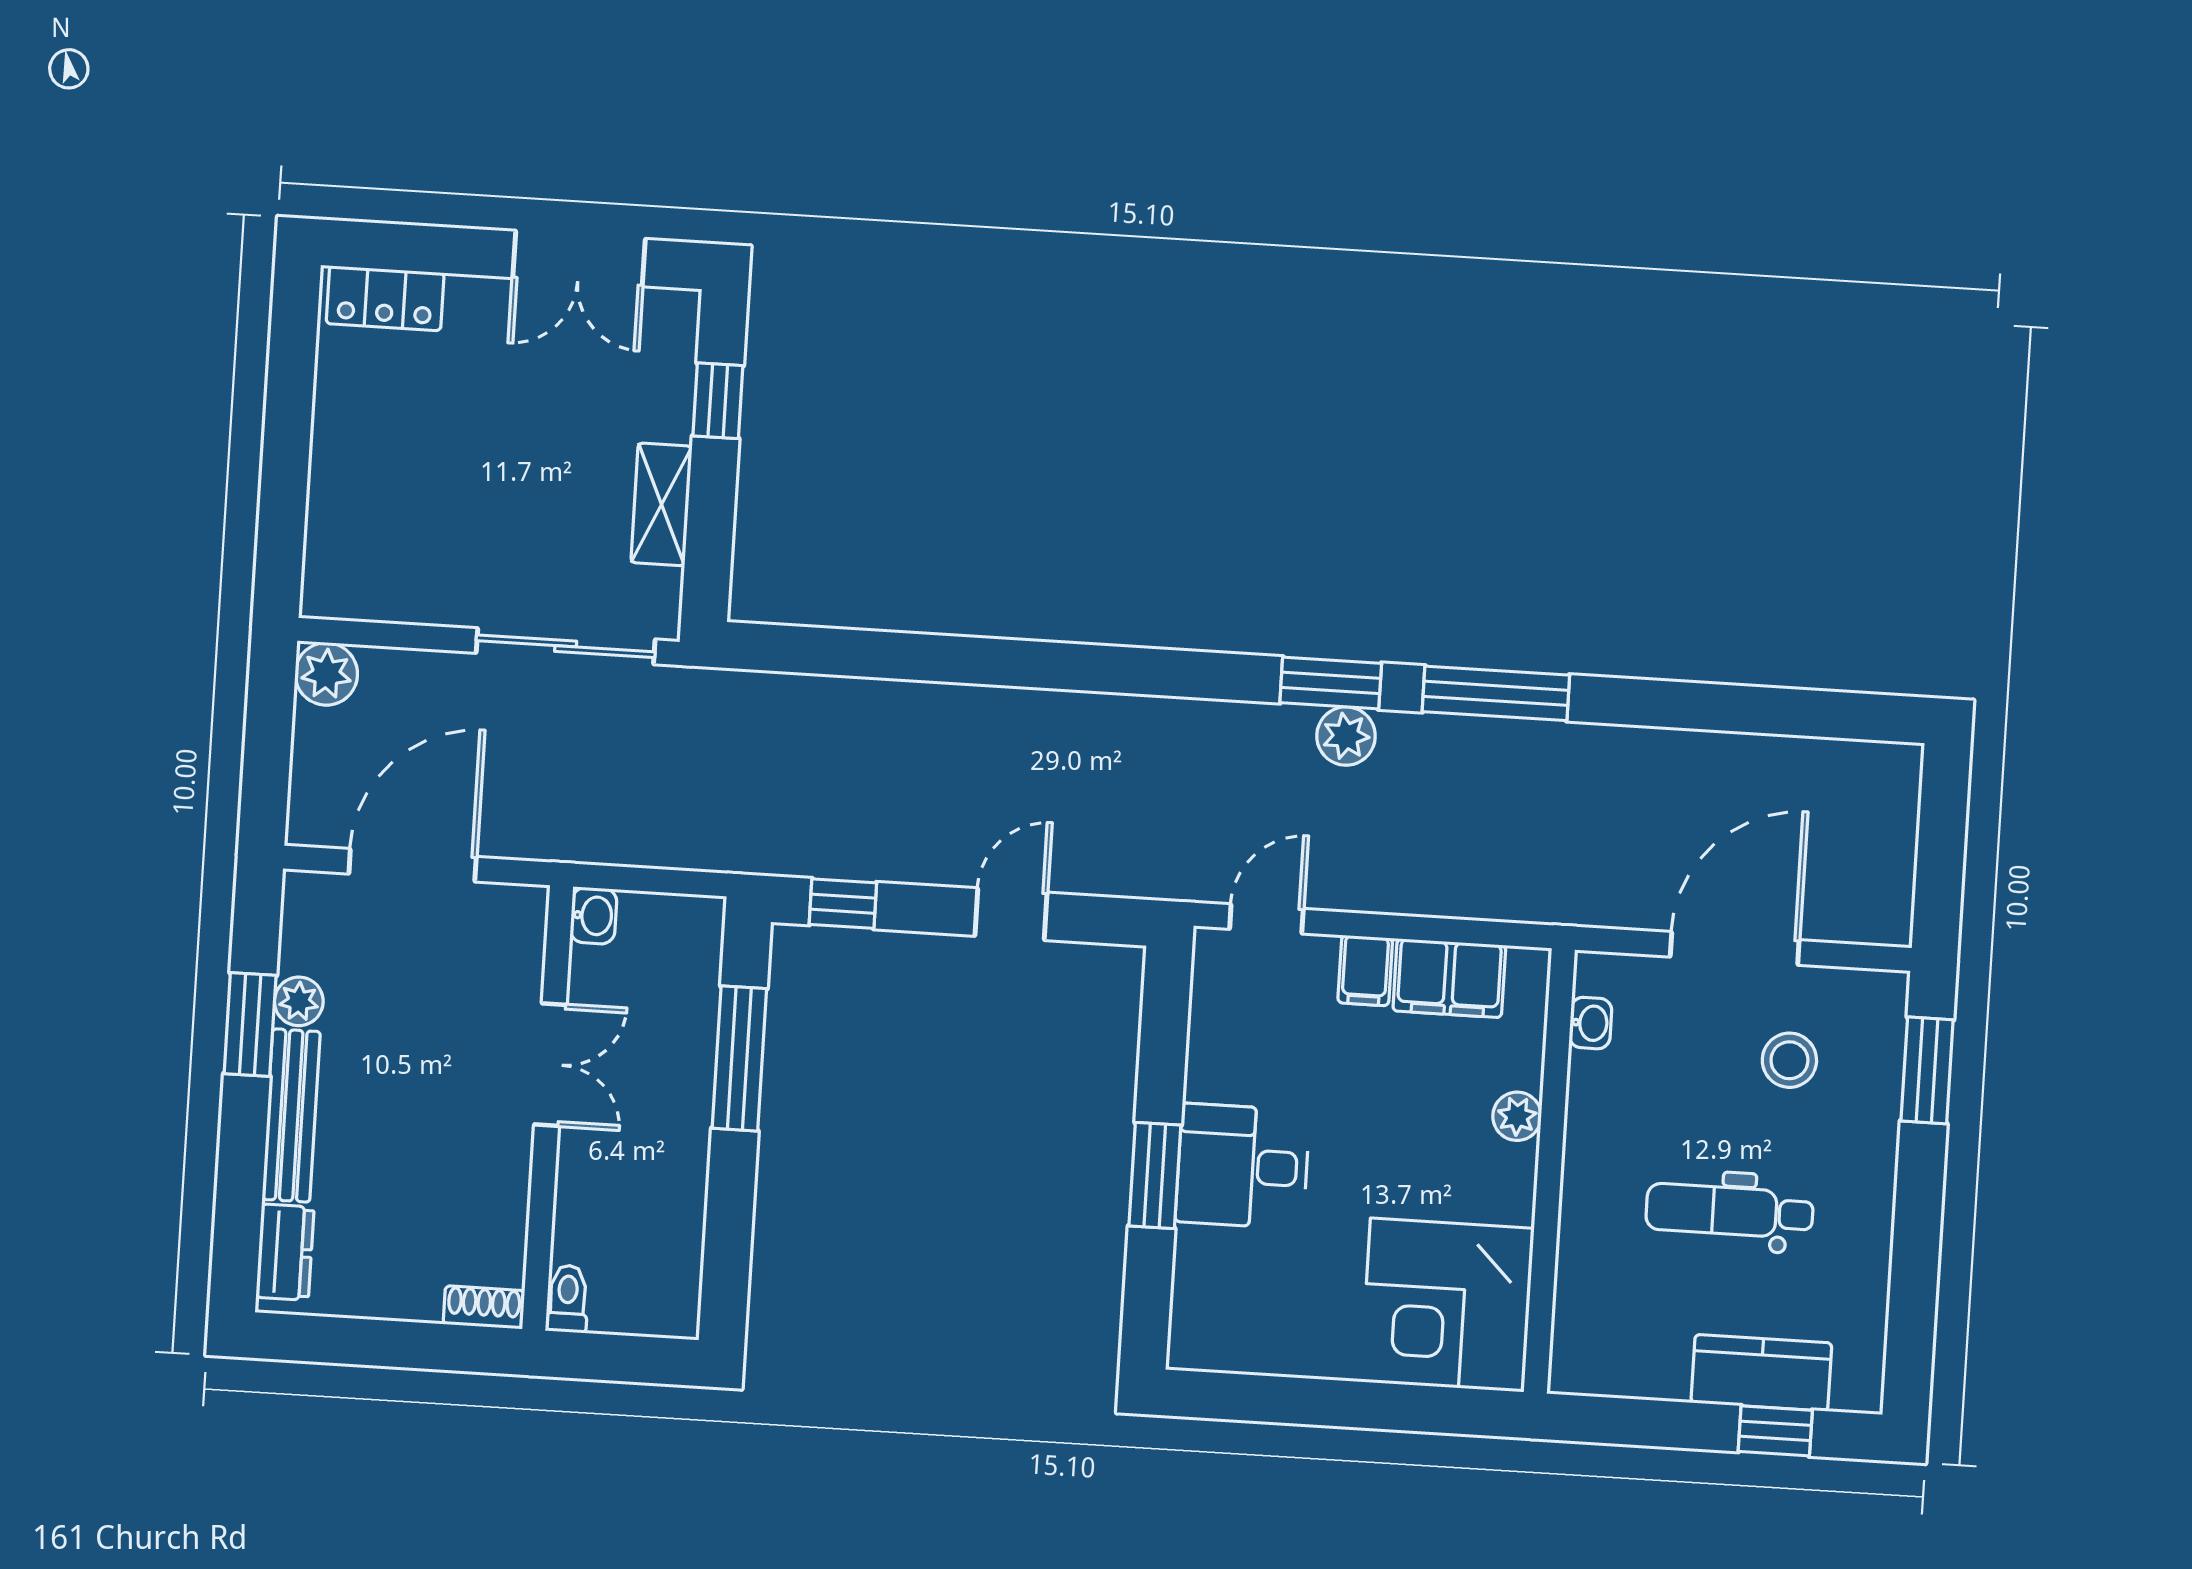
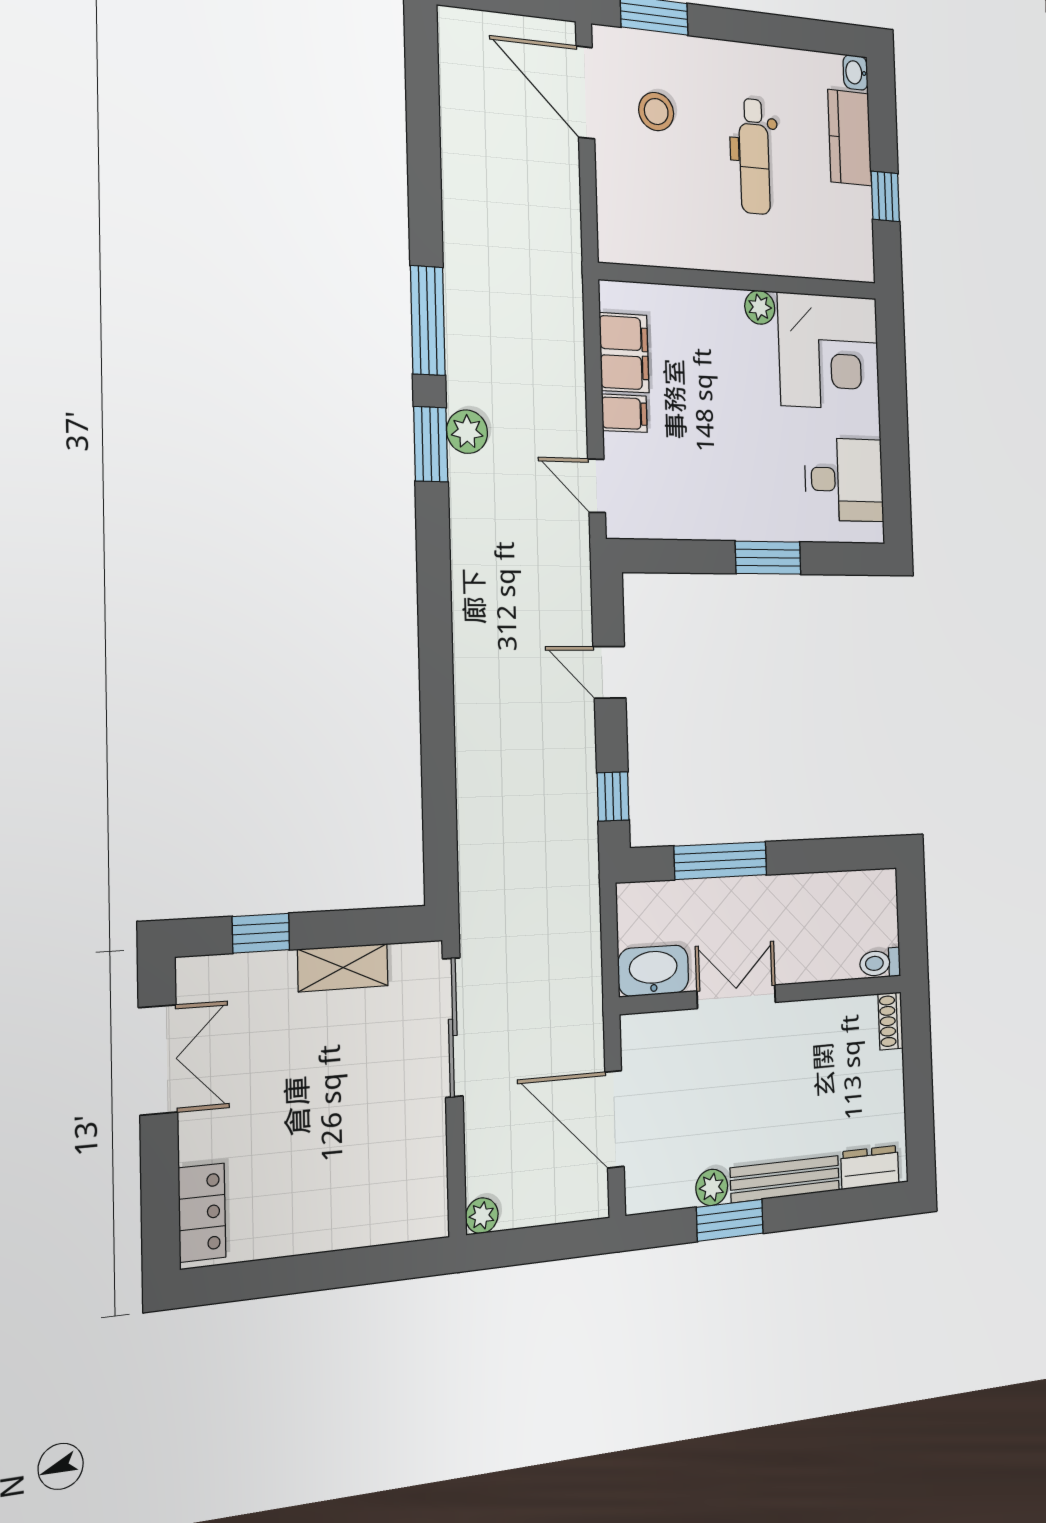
plant: (326, 674) -> (482, 1216), width x0.73, depth x0.73
washbasin: (594, 916) -> (653, 971), width x1.91, depth x1.45
door: (1735, 948) -> (585, 92), moved
washbasin: (1590, 1023) -> (855, 72), moved, turned -90
plant: (1517, 1116) -> (760, 307), moved
desk: (1242, 1166) -> (844, 480), moved, turned -90
window: (1775, 1431) -> (885, 196), moved

